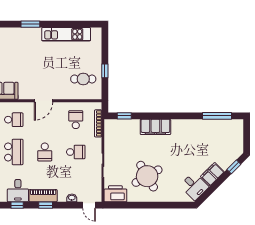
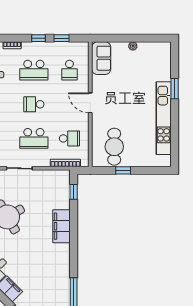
kitchen unit: (66, 34) -> (164, 118), width x1.36
cafe table: (83, 79) -> (114, 147), width x1.37, depth x1.35
school desk: (76, 152) -> (34, 138), width x1.85

